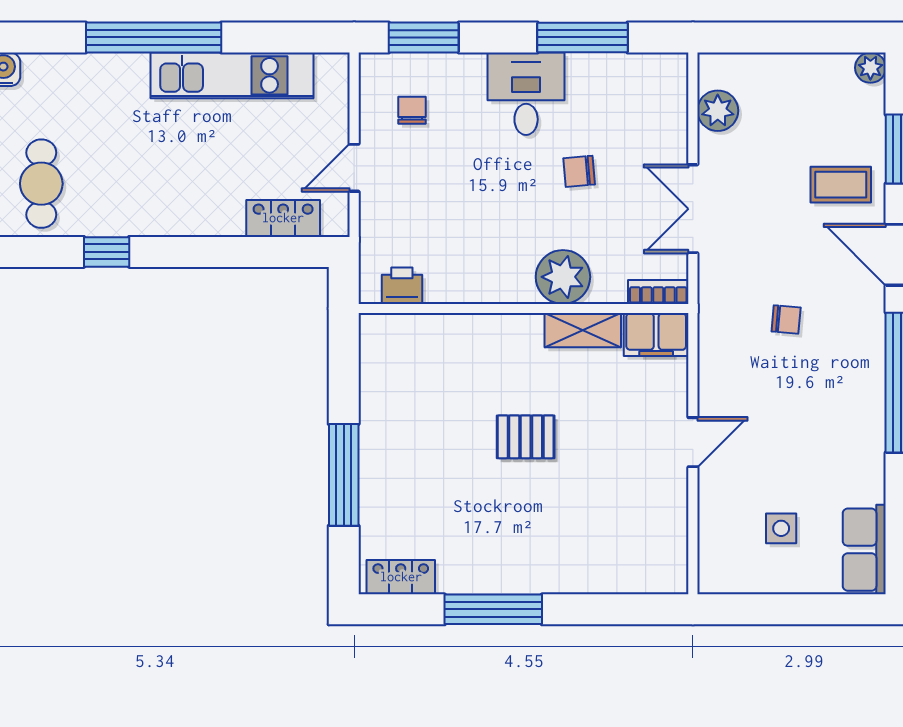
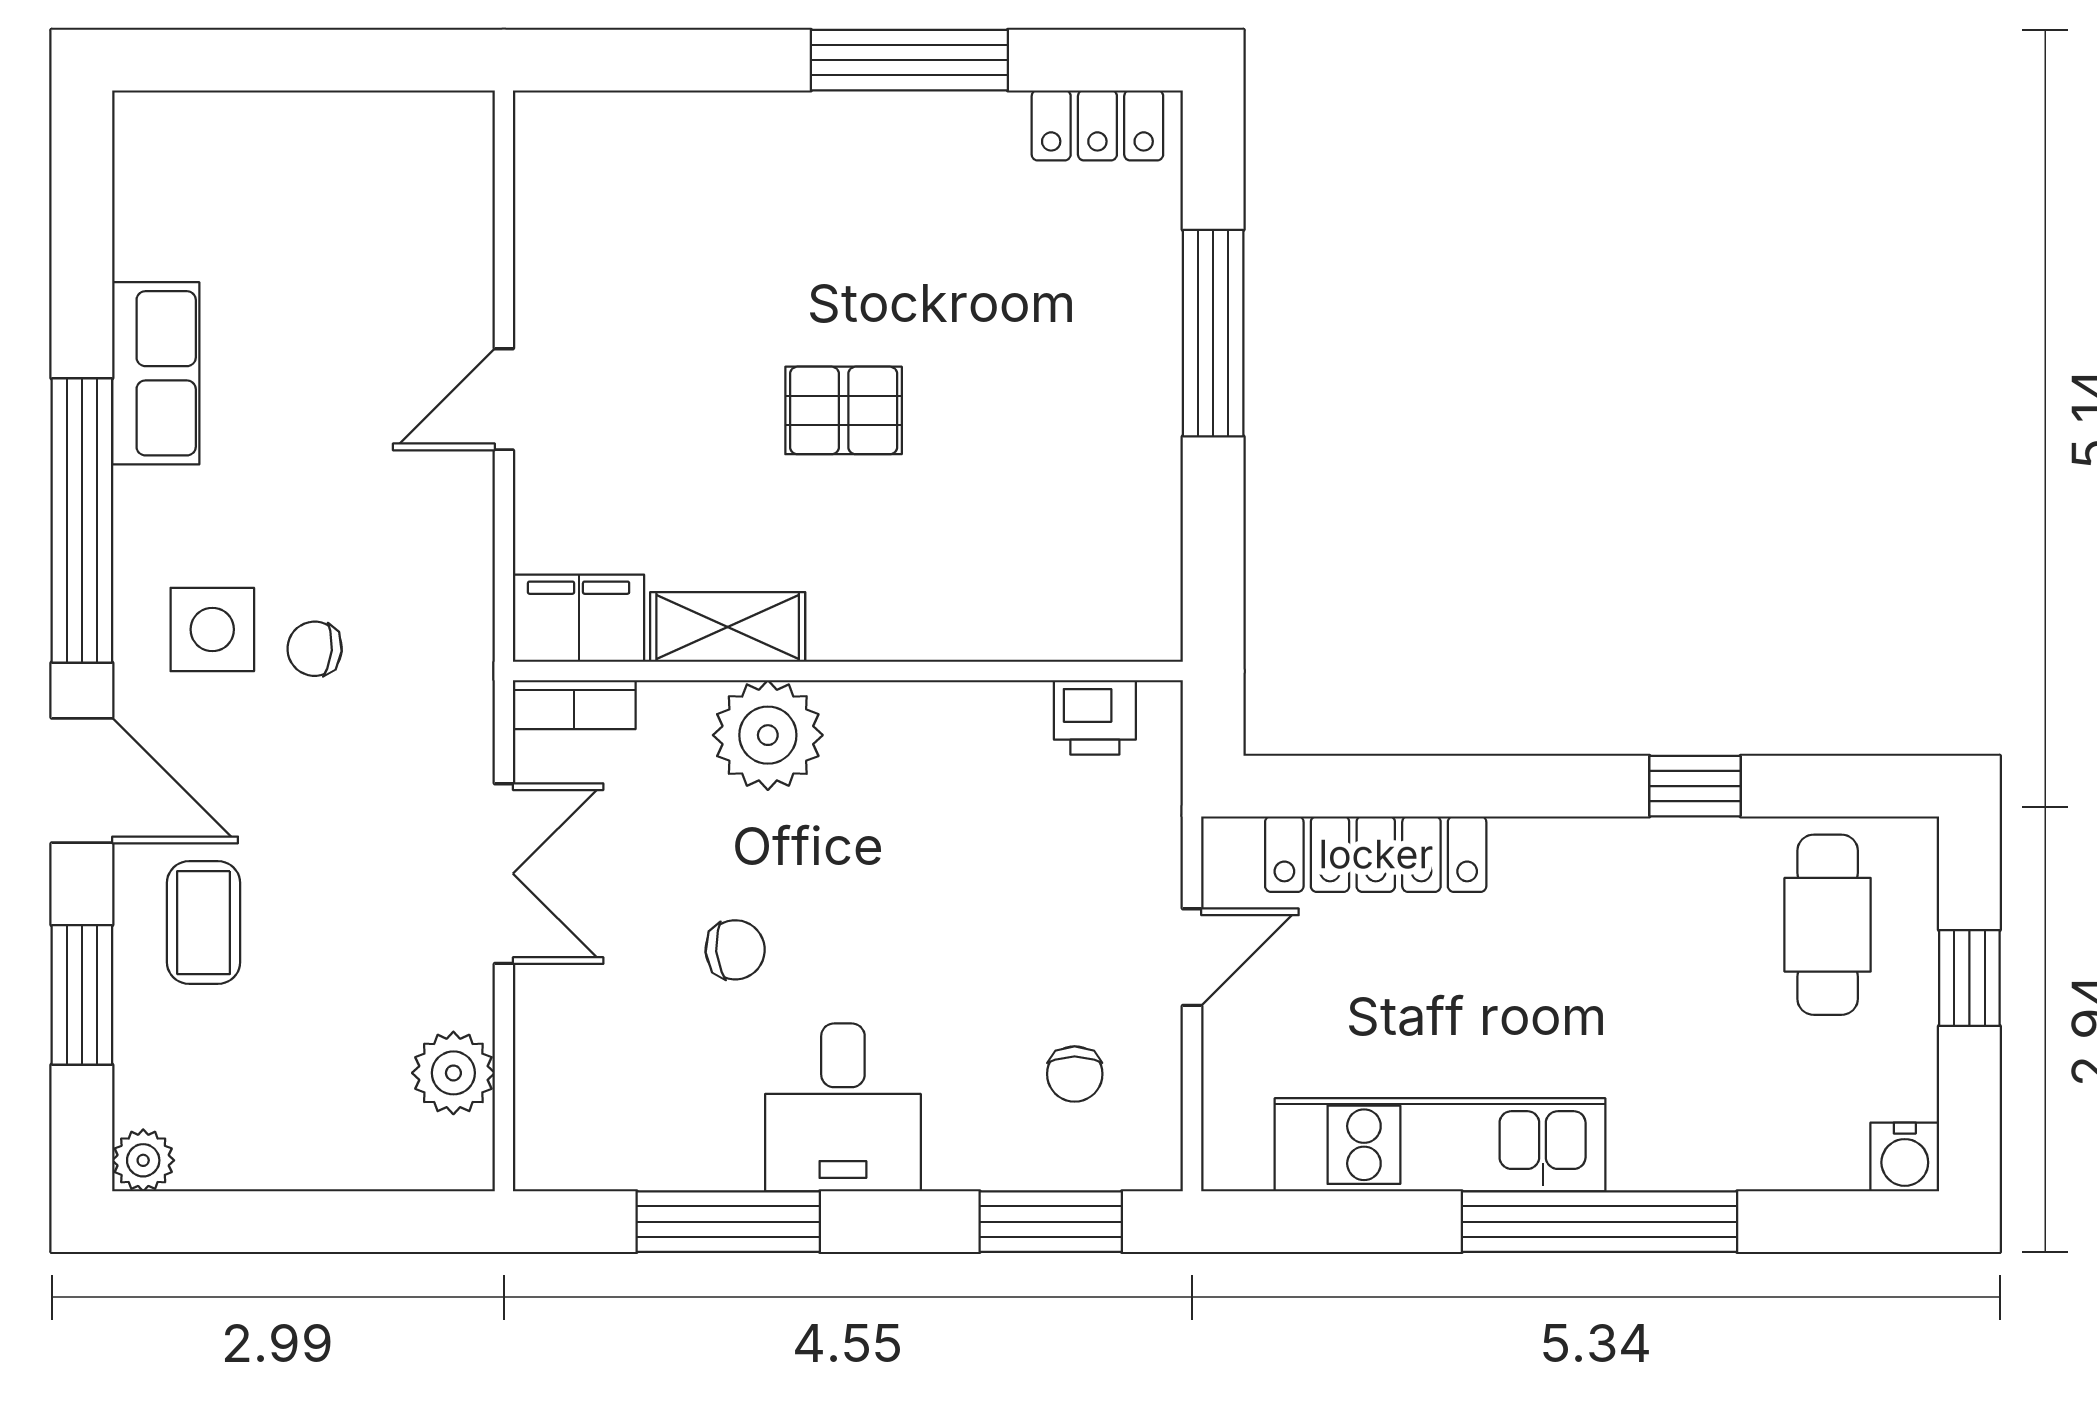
coffee table: (841, 185) -> (204, 923), turned 90
locker: (283, 218) -> (1376, 854), width x1.53
side table: (781, 528) -> (212, 629), moved, width x1.37, depth x1.37
row of seats: (864, 550) -> (156, 373), moved

